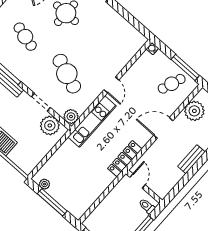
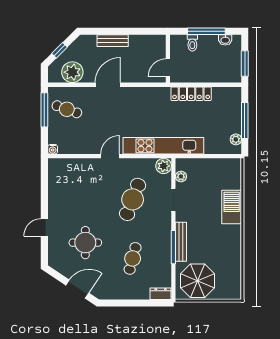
kitchen unit: (92, 121) -> (163, 146), width x1.36
plant: (50, 126) -> (181, 176), width x0.53, depth x0.53
door: (163, 128) -> (108, 85), swing flipped
locker: (125, 159) -> (191, 94), moved
toilet: (147, 206) -> (192, 43), moved

